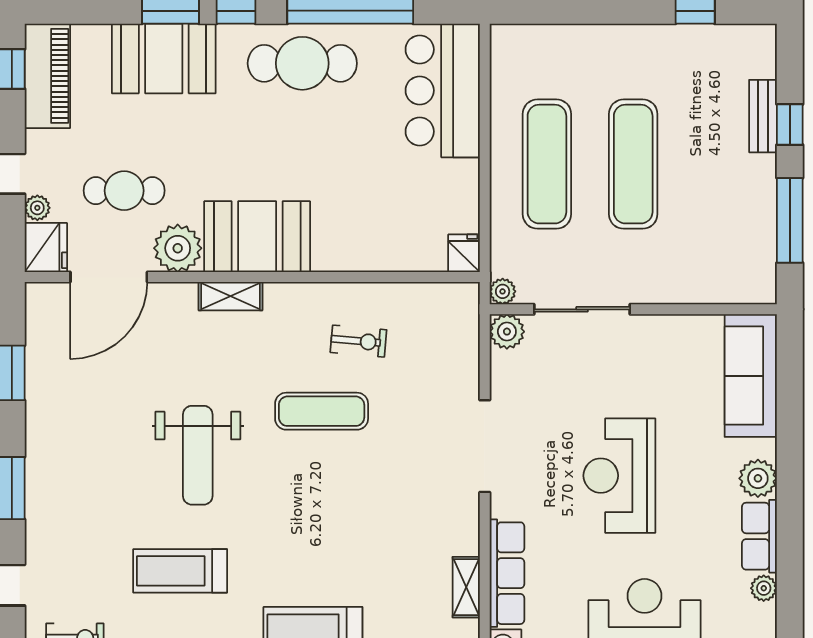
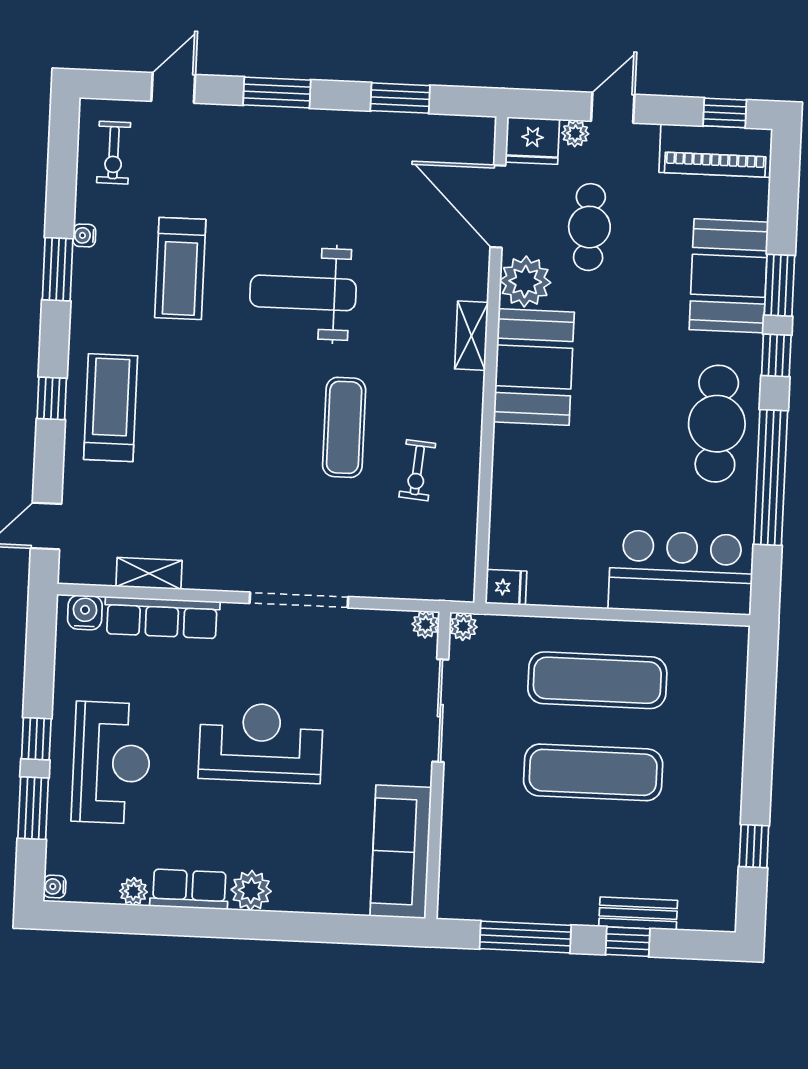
plant: (507, 332) -> (426, 624), width x0.73, depth x0.73
sofa: (751, 376) -> (401, 852), moved, turned -90
treadmill: (180, 571) -> (180, 268), turned 180

